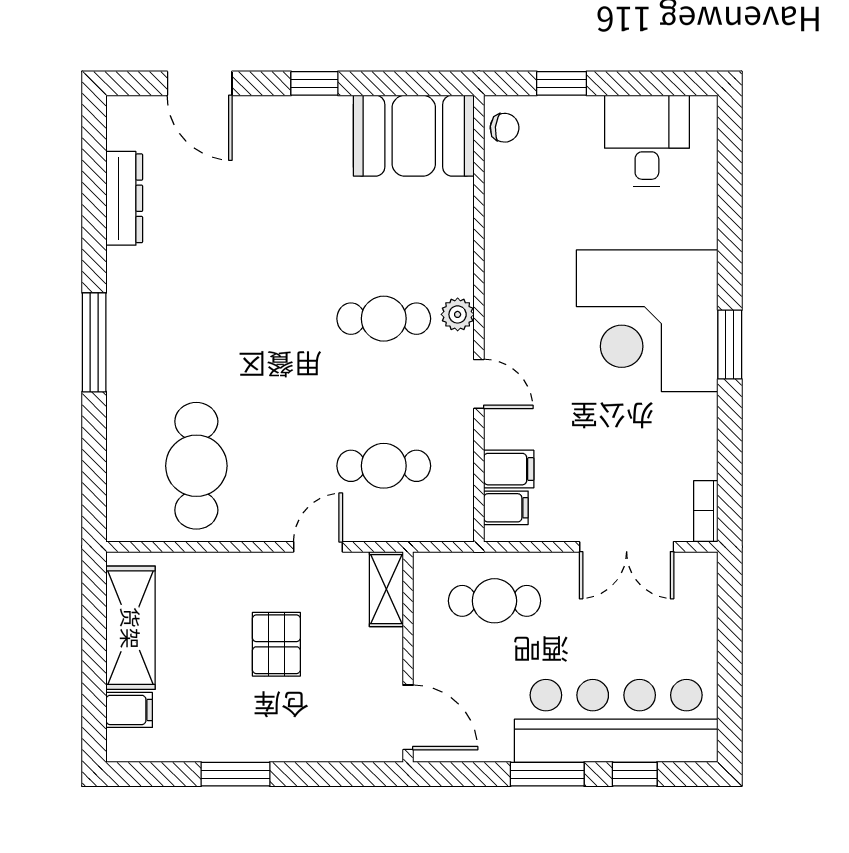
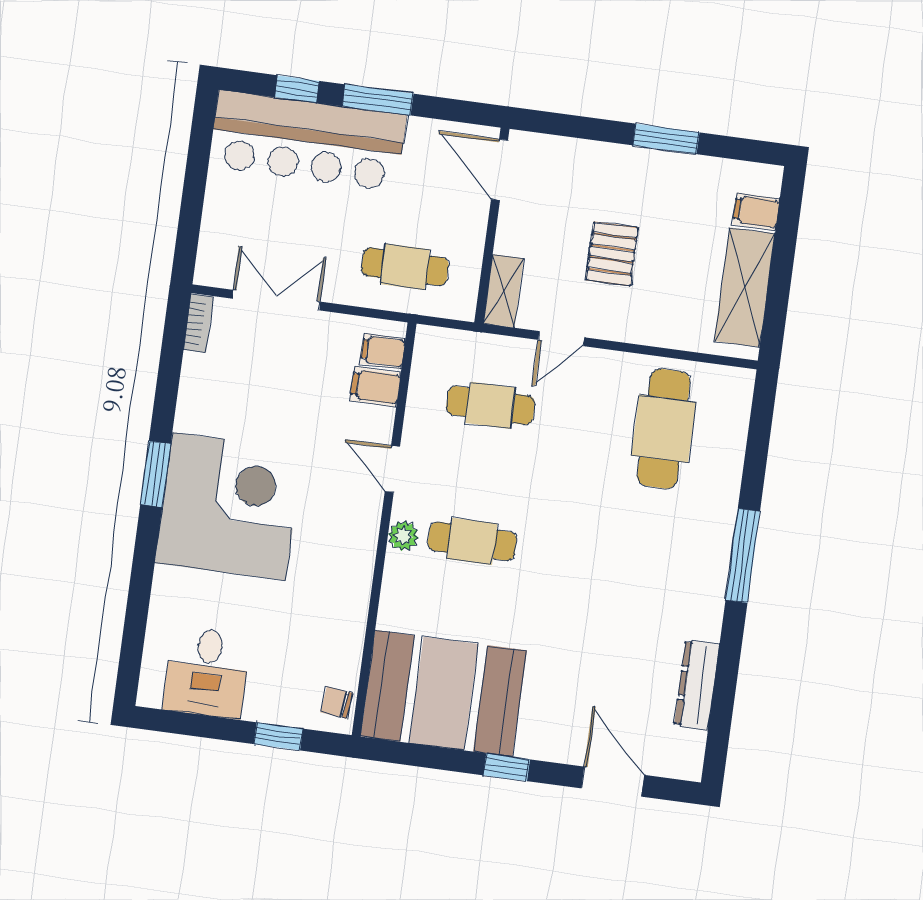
booth: (414, 136) -> (444, 693), width x1.36, depth x1.42

